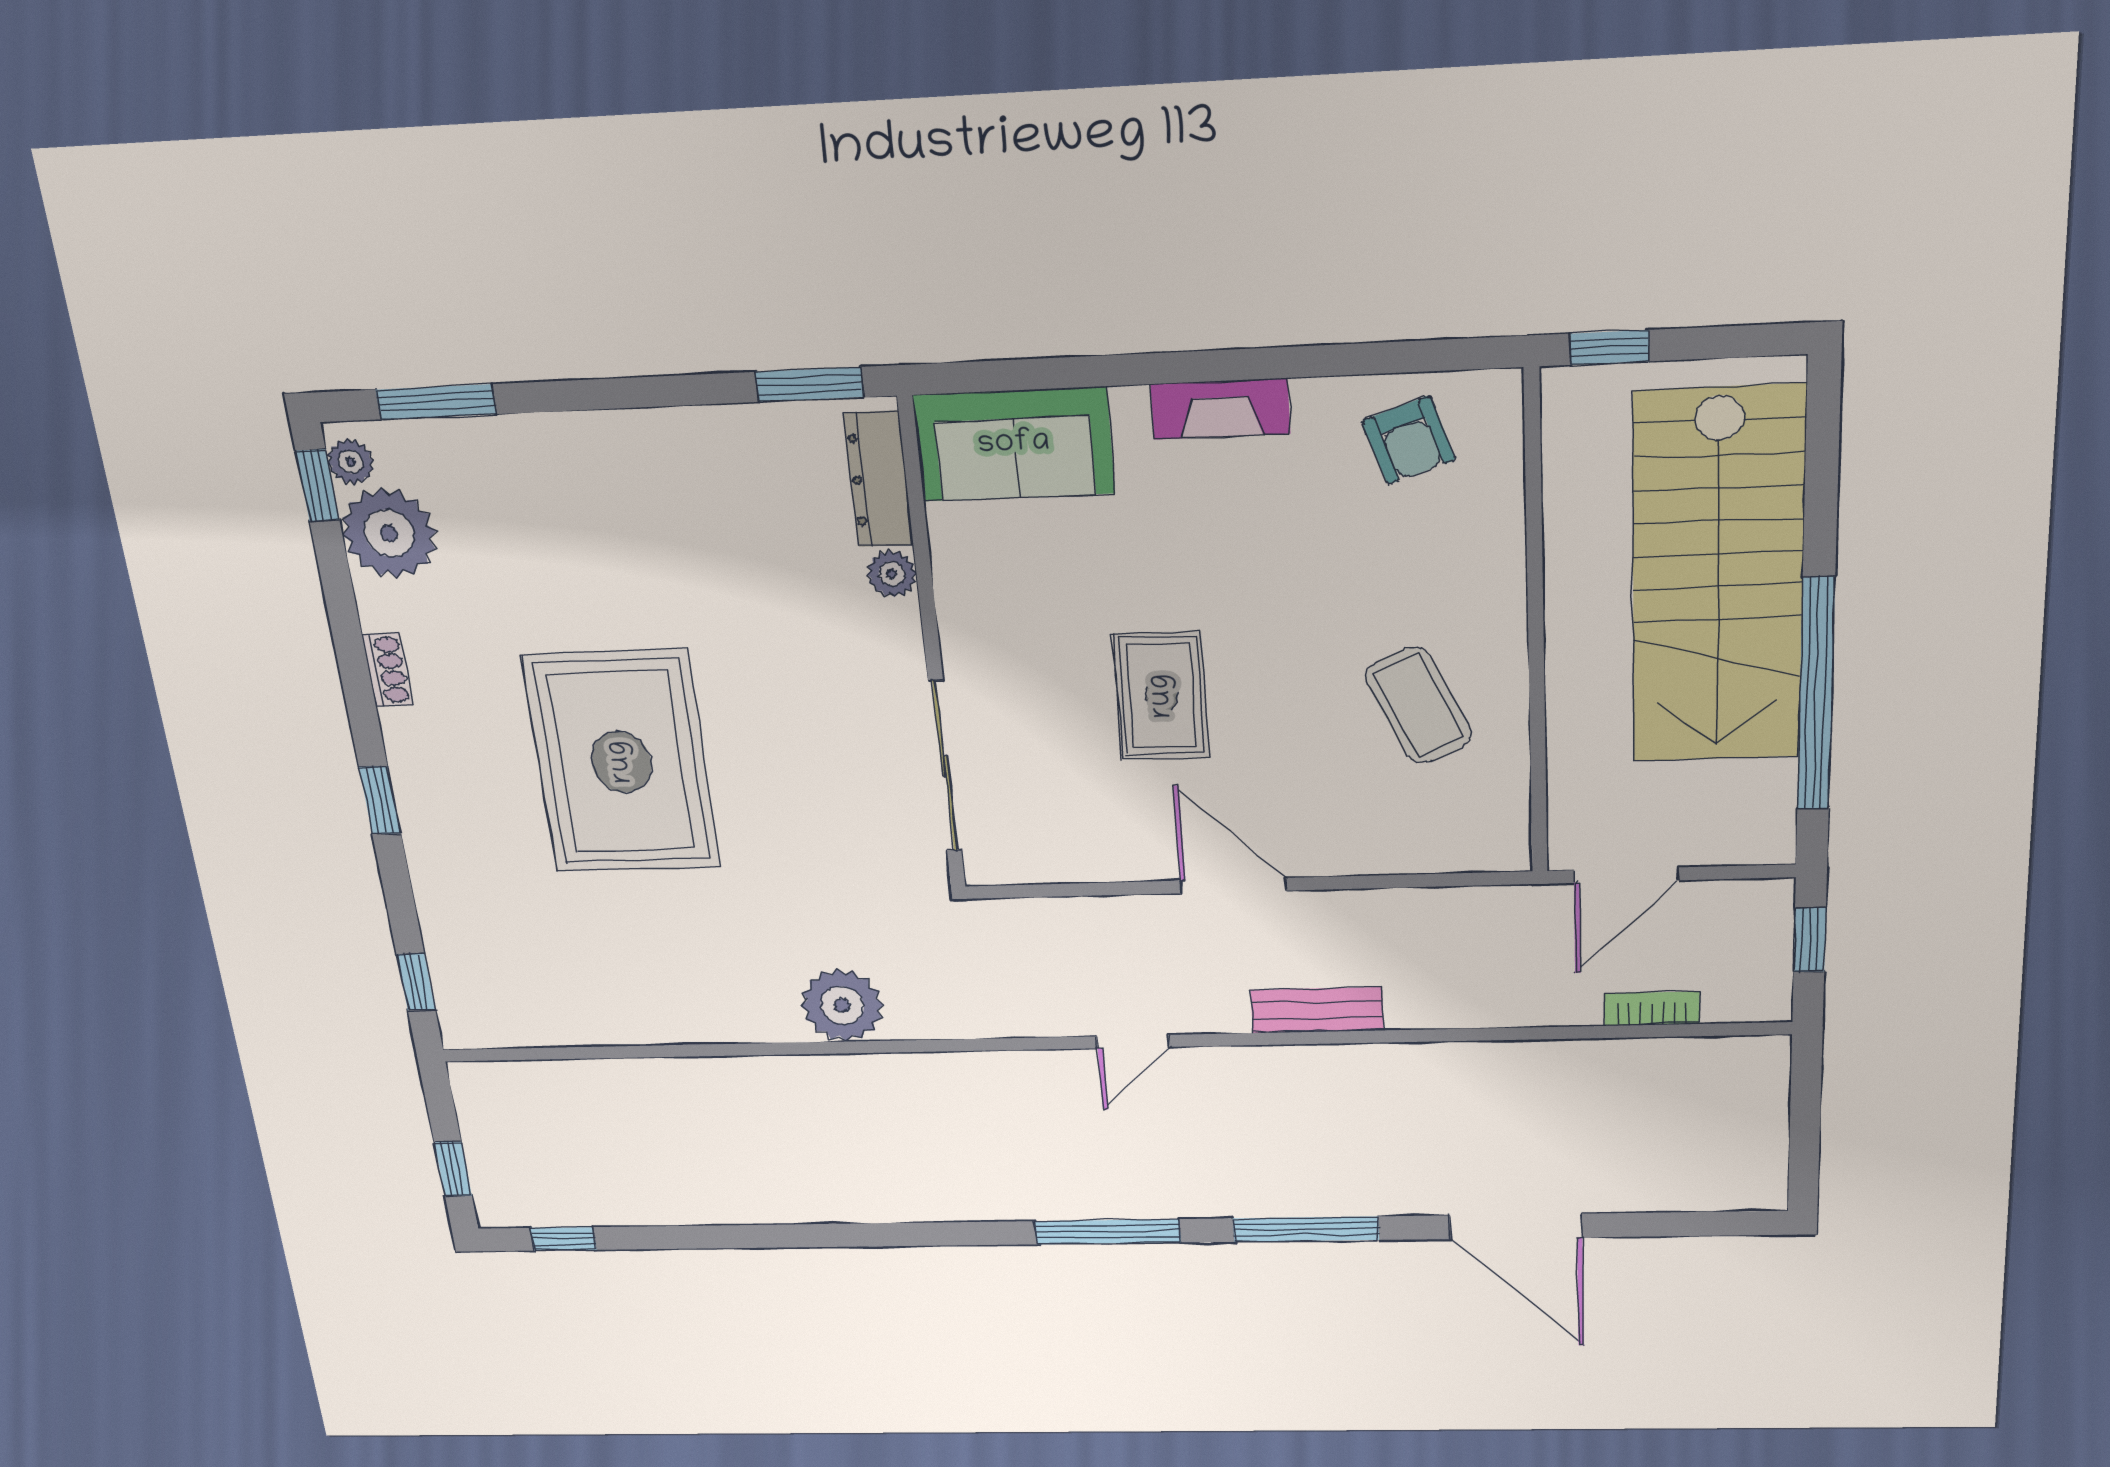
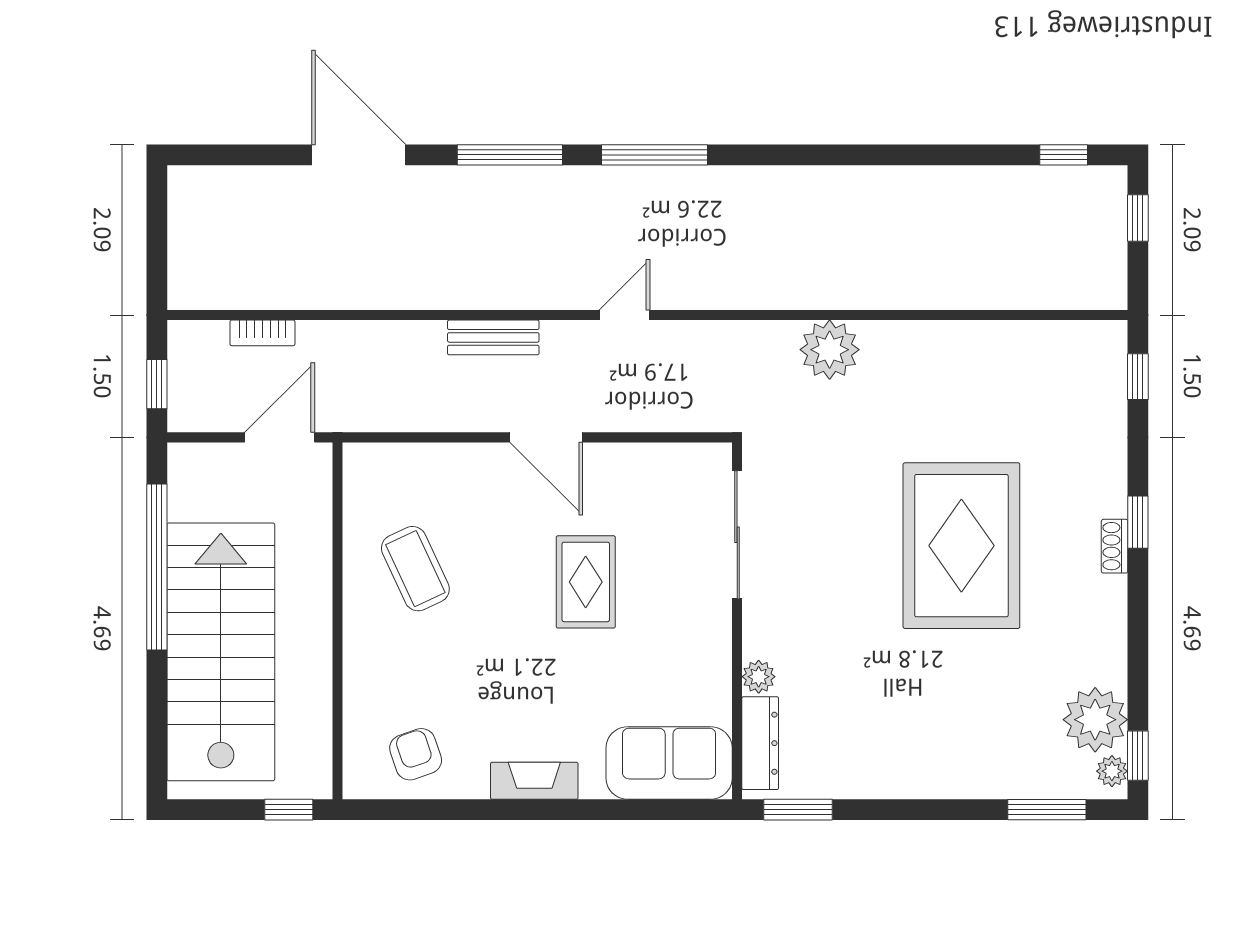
shoe rack: (387, 670) -> (1115, 546), moved

